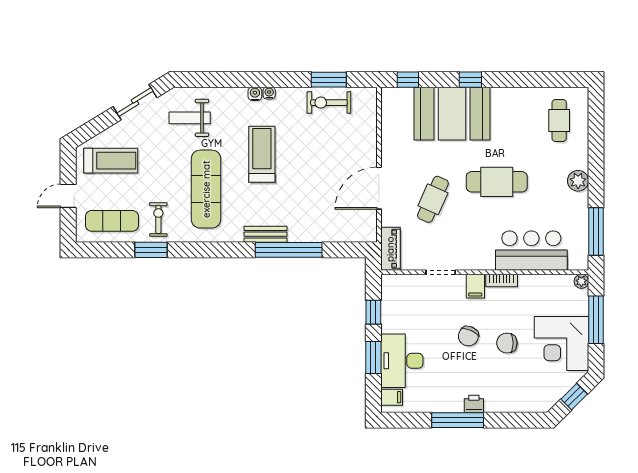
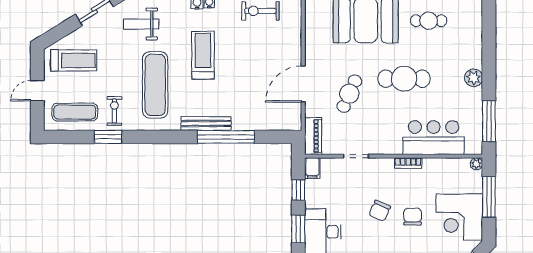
cafe table: (559, 120) -> (429, 21), moved, turned 90
bench: (265, 234) -> (206, 124), width x1.36
filing cabinet: (475, 286) -> (312, 168), moved
chair: (507, 343) -> (413, 217), turned 90

